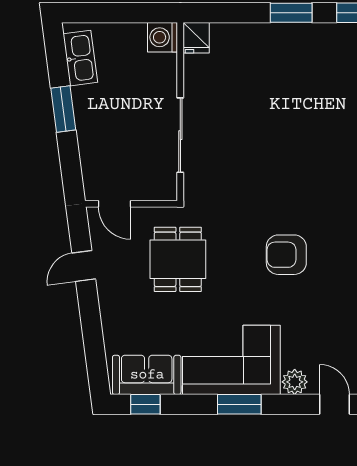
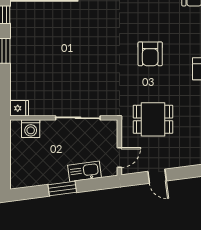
washing machine: (163, 37) -> (31, 129), moved
kitchen sink: (80, 58) -> (84, 171), moved

